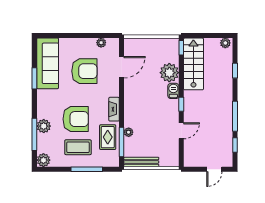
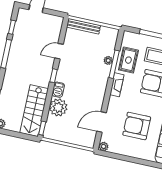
plant: (101, 43) -> (104, 146), moved
window: (122, 142) -> (114, 64), moved
bench: (141, 162) -> (84, 26), moved

